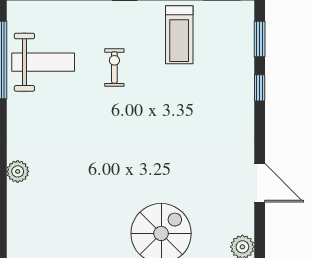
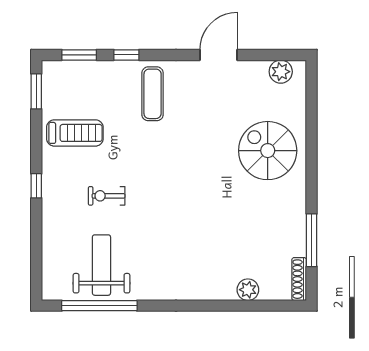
exercise mat: (220, 115) -> (153, 94), added
plant: (18, 171) -> (248, 290), moved

